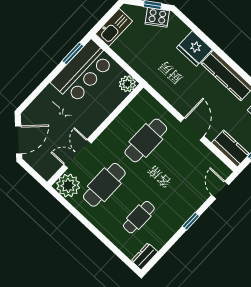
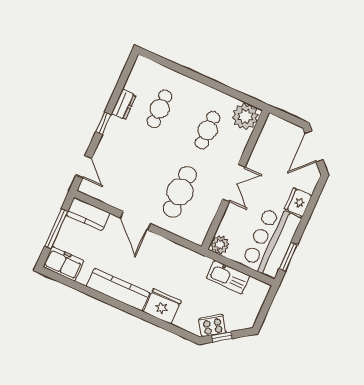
kitchen sink: (114, 27) -> (228, 277), moved, turned -90
fridge: (48, 97) -> (298, 202), added
double door: (77, 154) -> (234, 183), moved
cafe table: (104, 185) -> (208, 130), width x0.73, depth x0.74
dresser: (145, 256) -> (124, 104), moved

